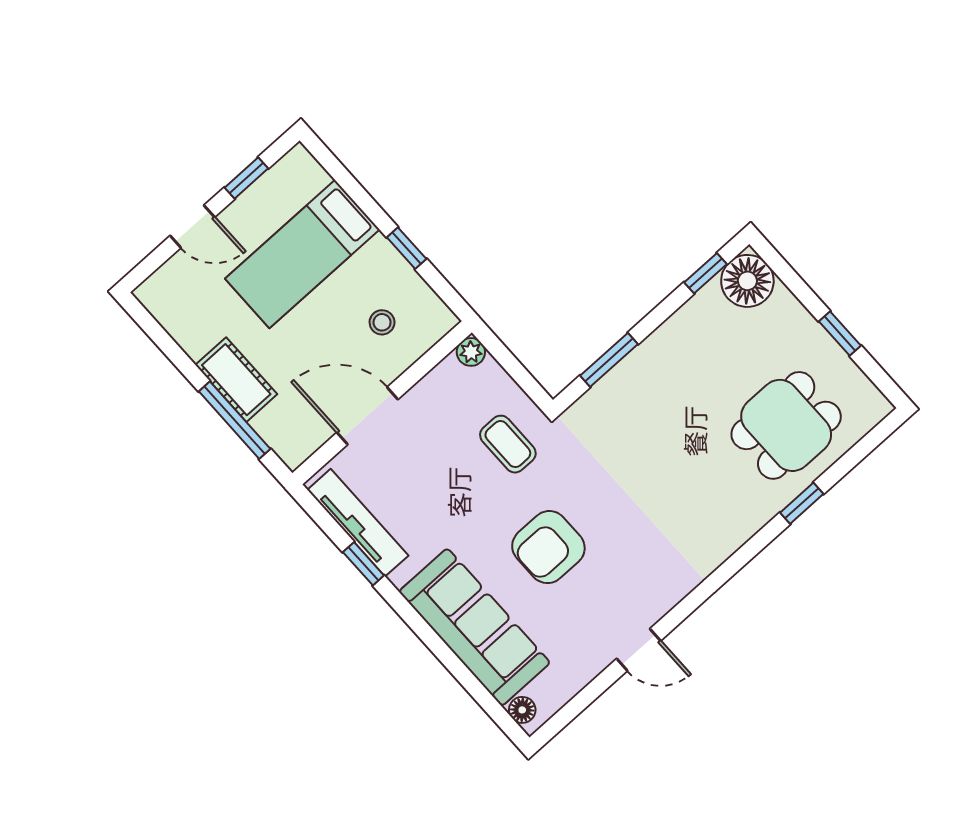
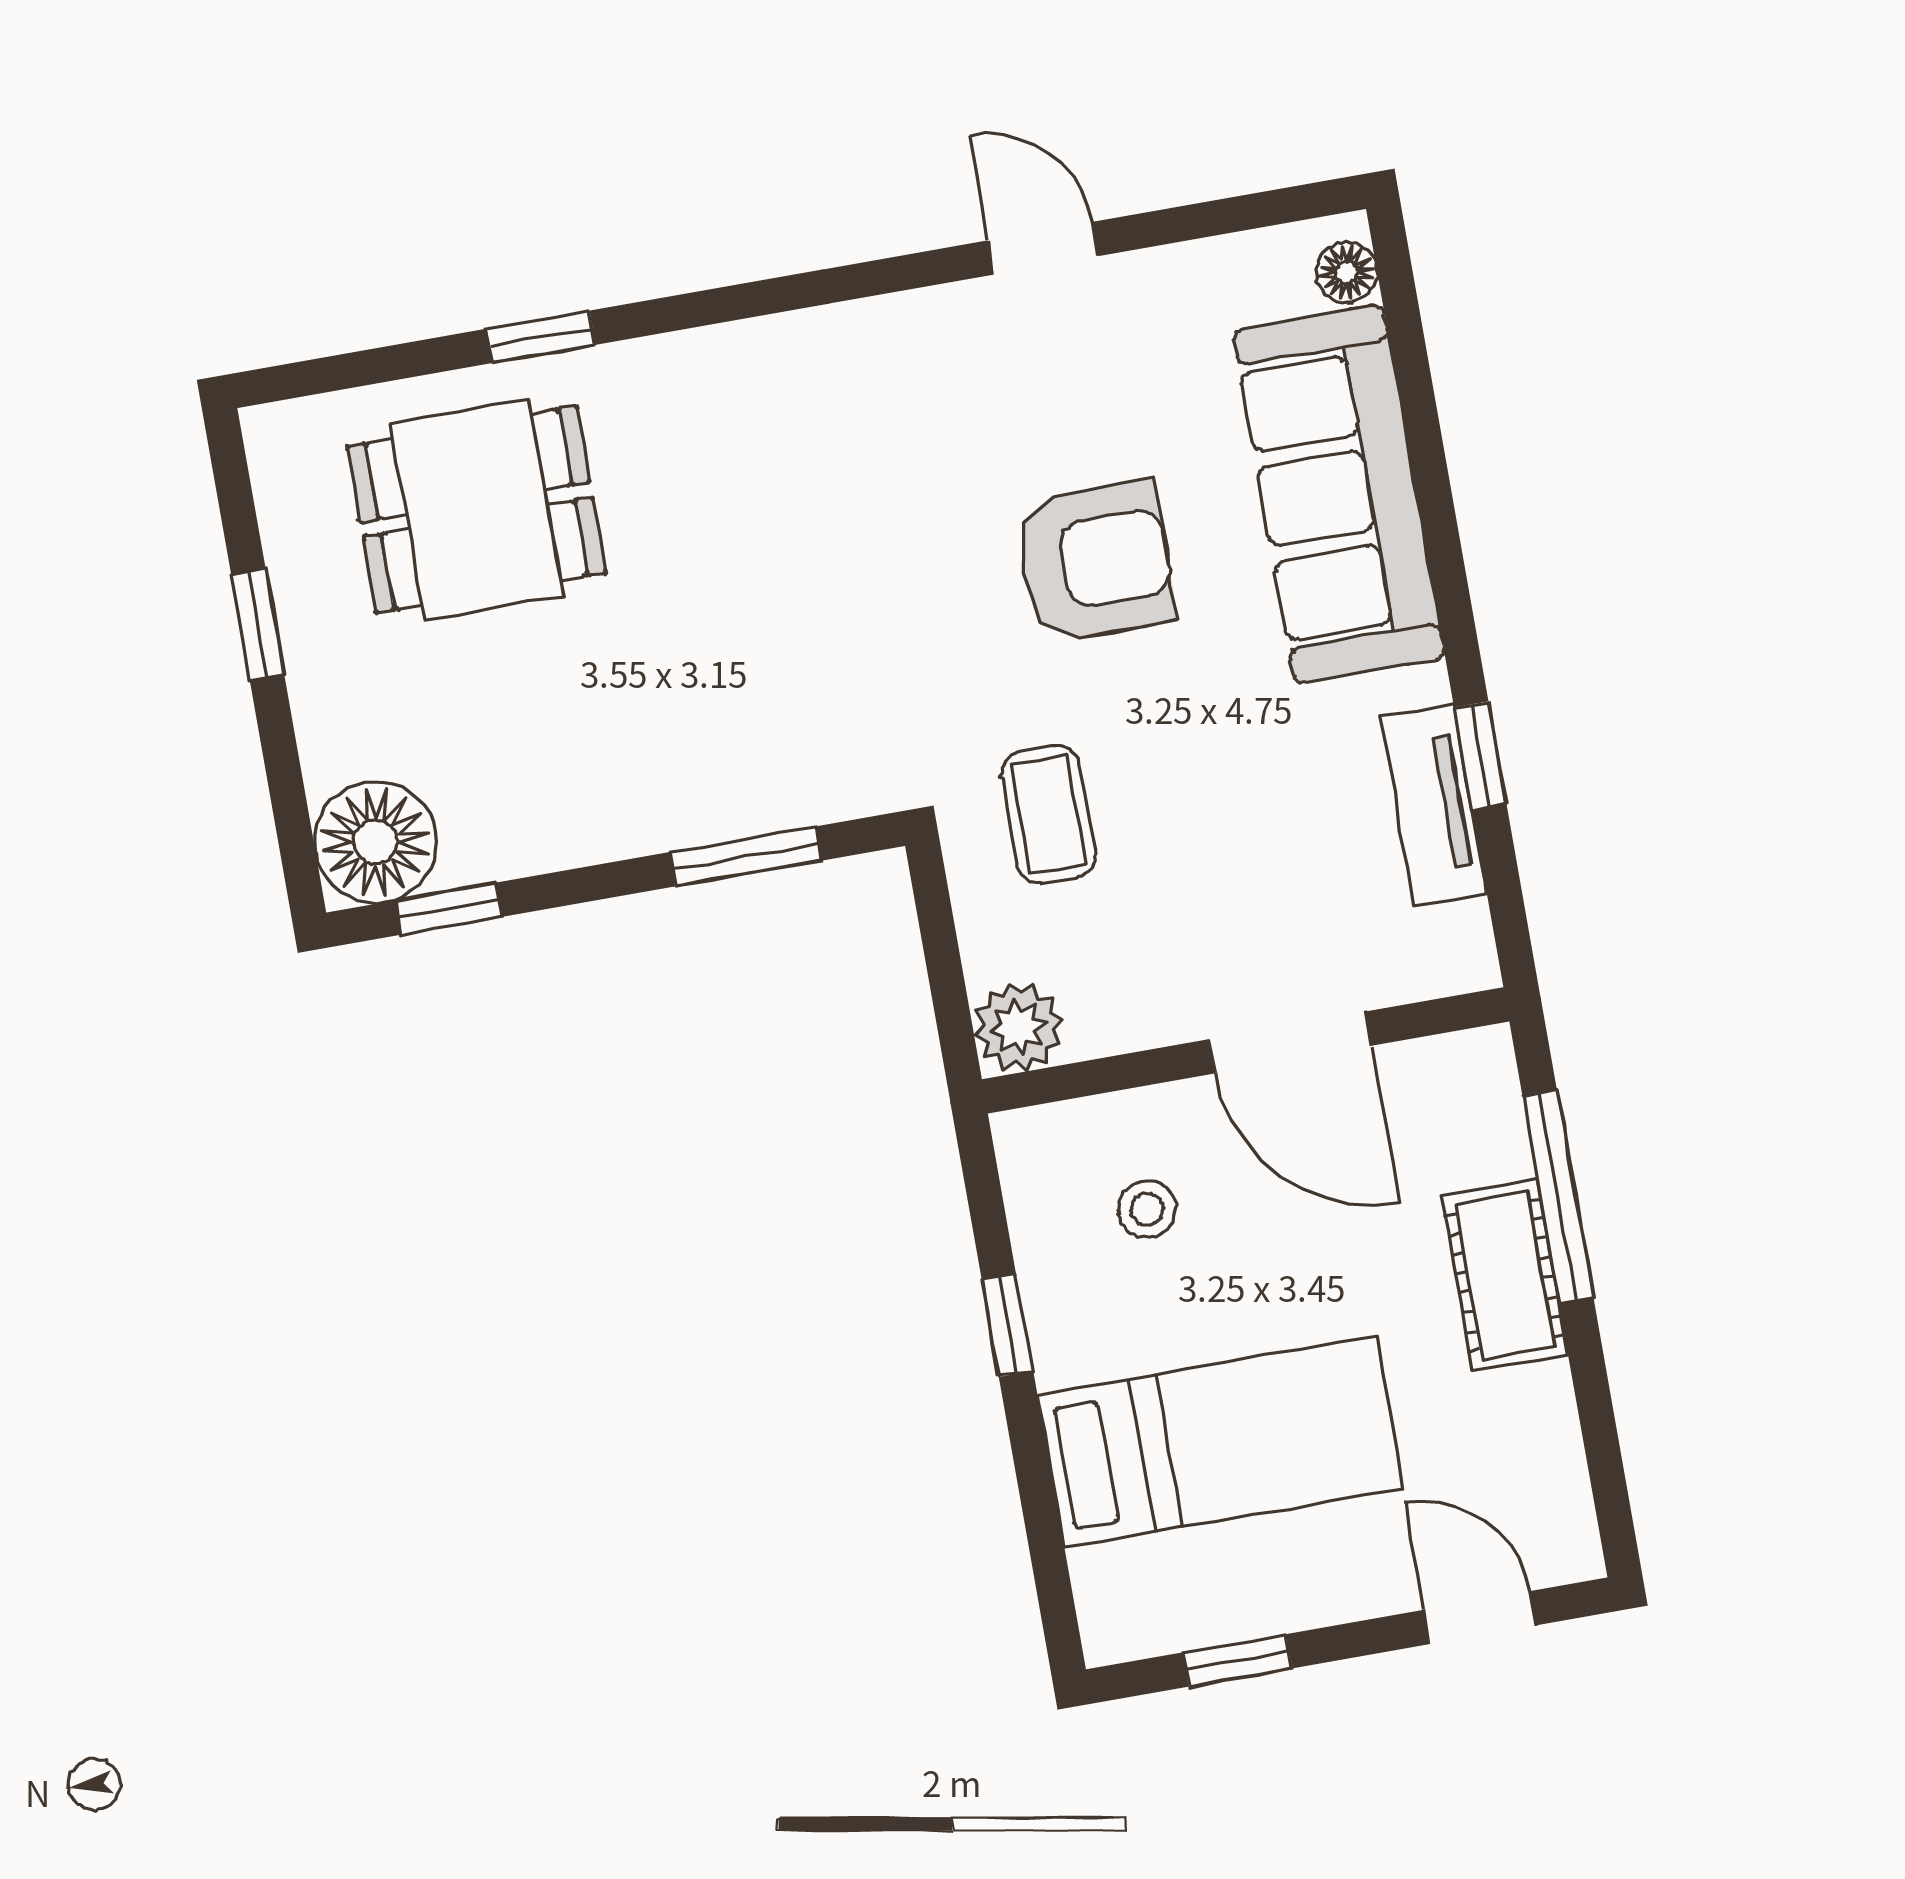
door: (192, 226) -> (1480, 1618), moved
plant: (471, 352) -> (1018, 1027), width x1.38, depth x1.38
tv unit: (358, 523) -> (1434, 805), width x0.71

